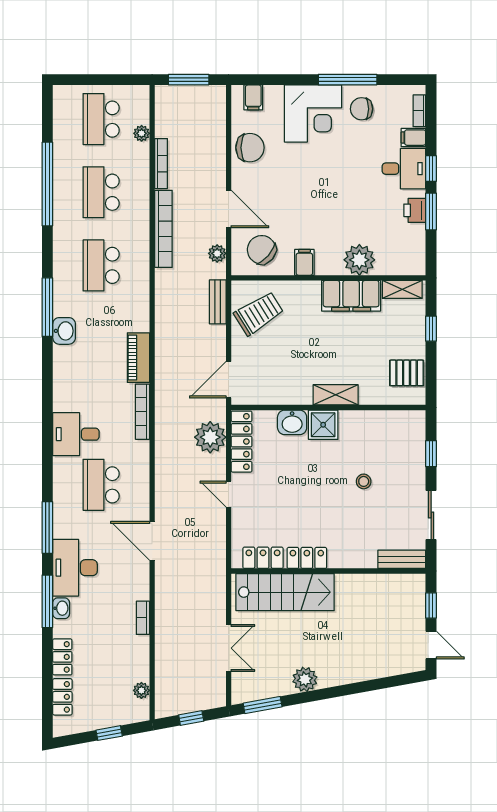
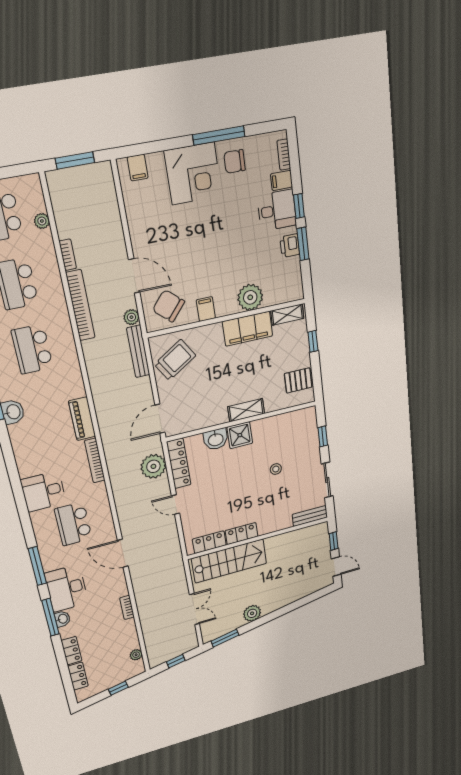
chair: (250, 148) -> (143, 216), removed
bookcase: (161, 164) -> (68, 255), width x0.64
bench: (218, 302) -> (138, 351), width x1.36

